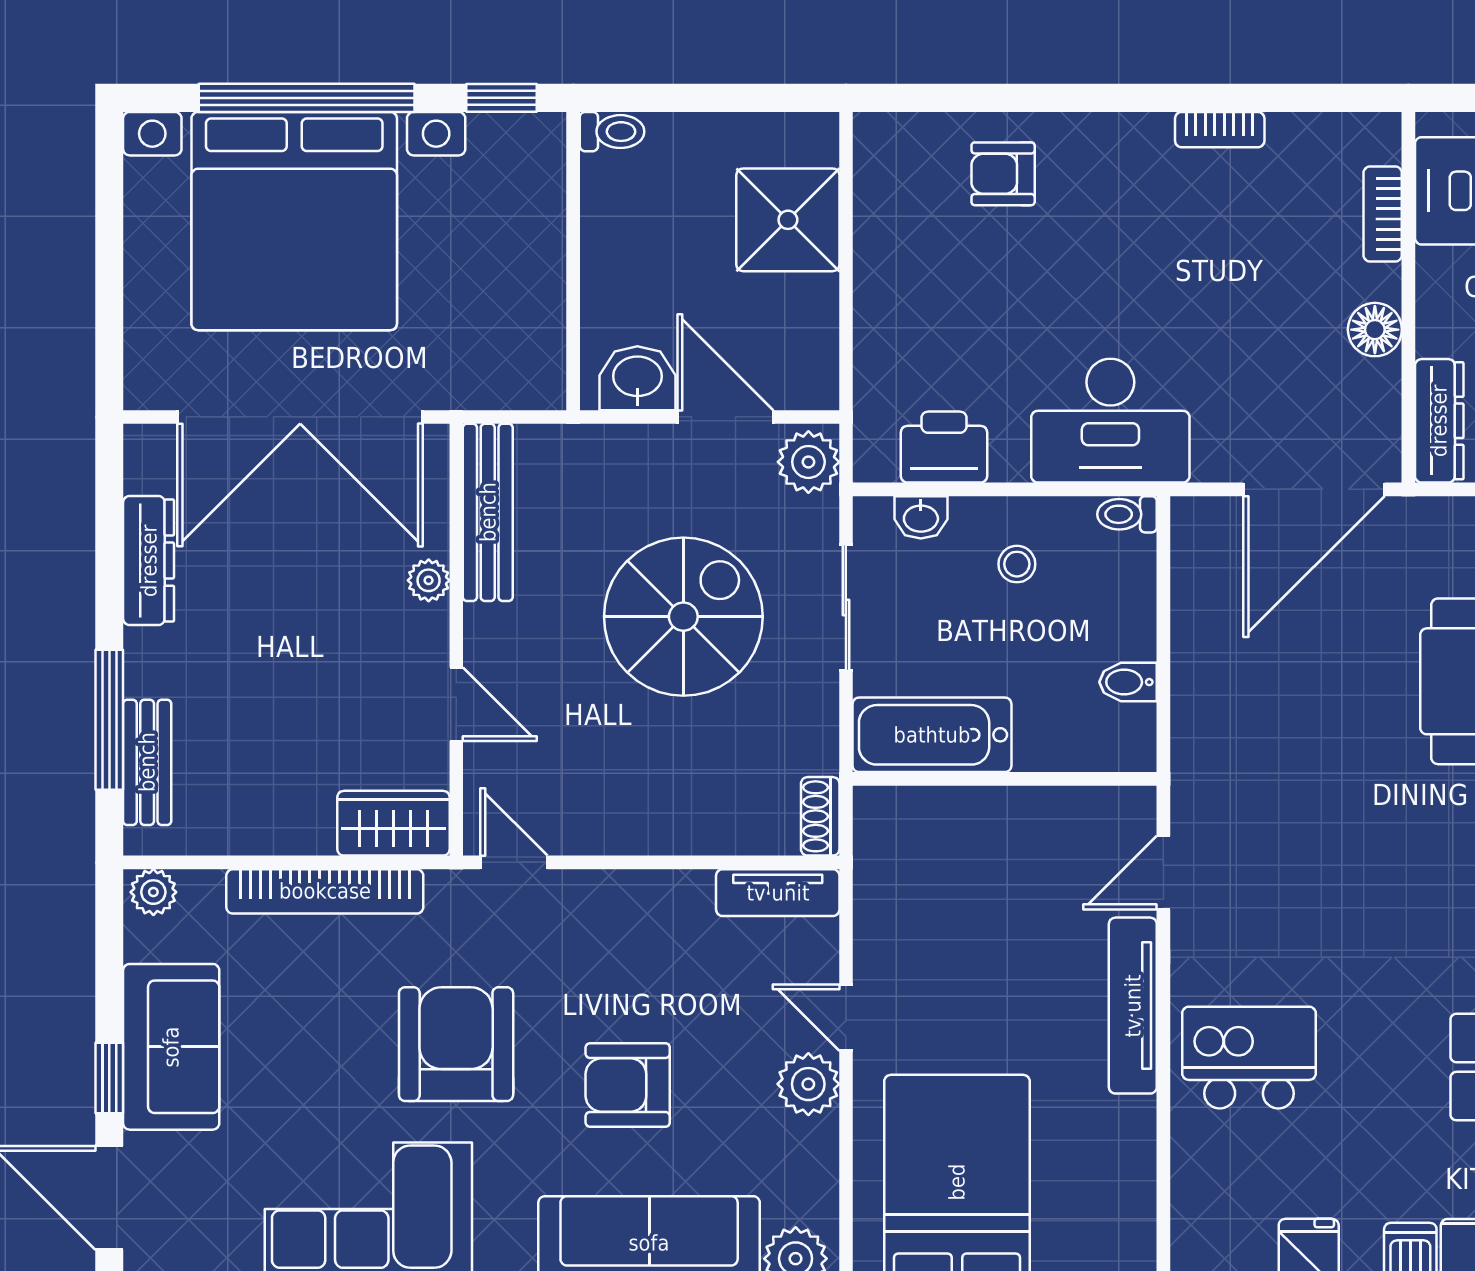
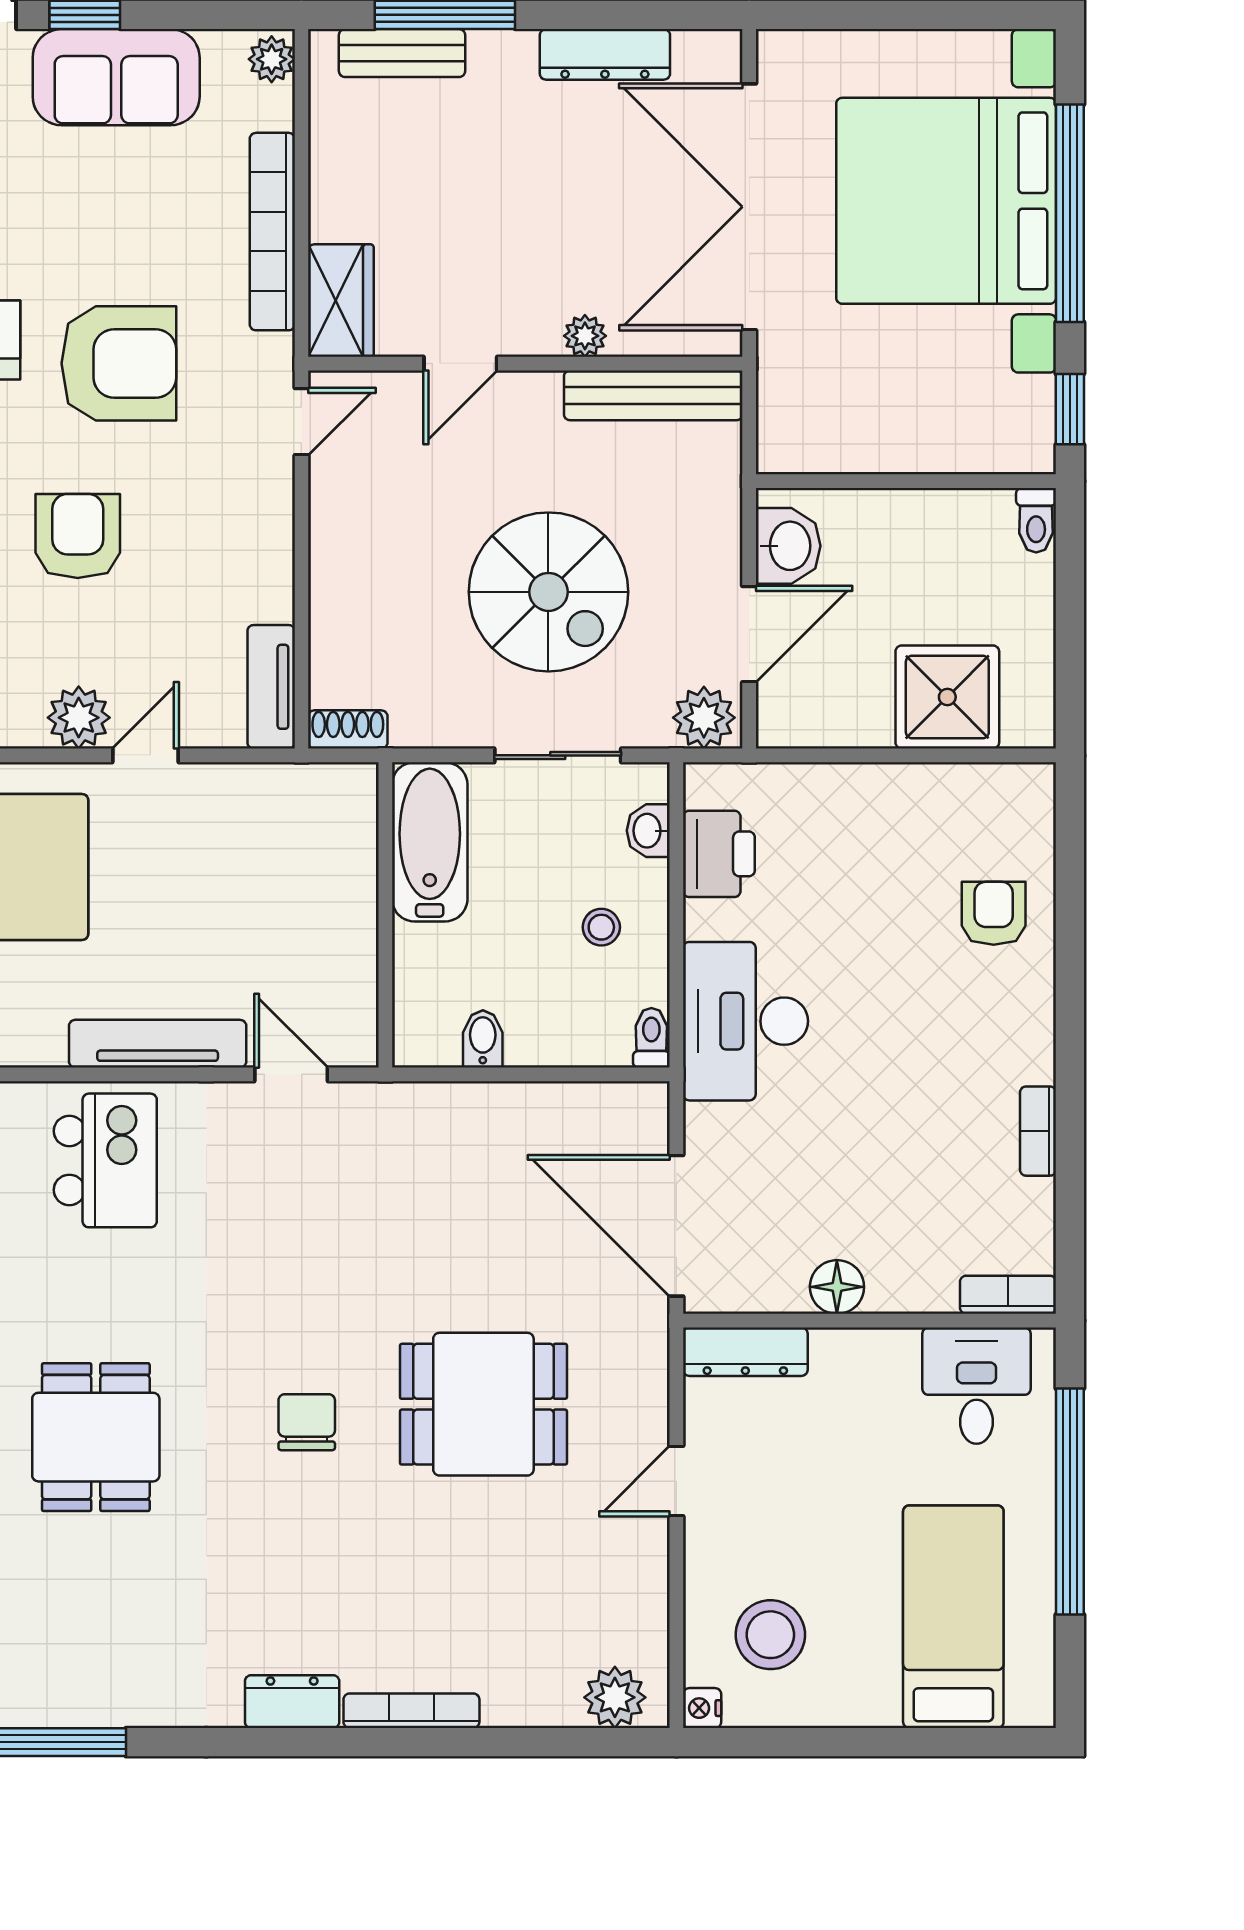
bookcase: (1383, 214) -> (1008, 1295), moved

